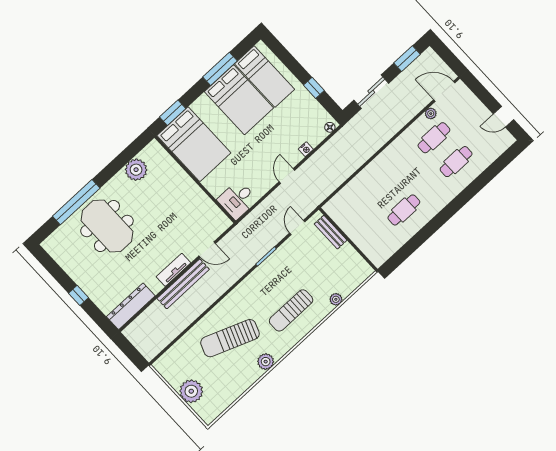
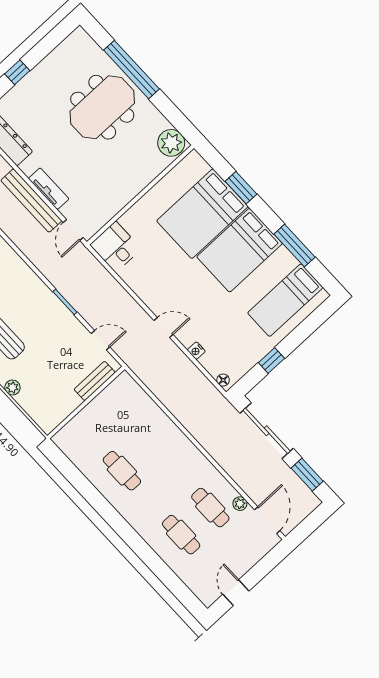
sliding door: (371, 92) -> (267, 431), width x1.37
bed: (239, 100) -> (240, 250), moved
wall: (195, 180) -> (141, 195), moved
desk: (237, 200) -> (116, 247), moved

